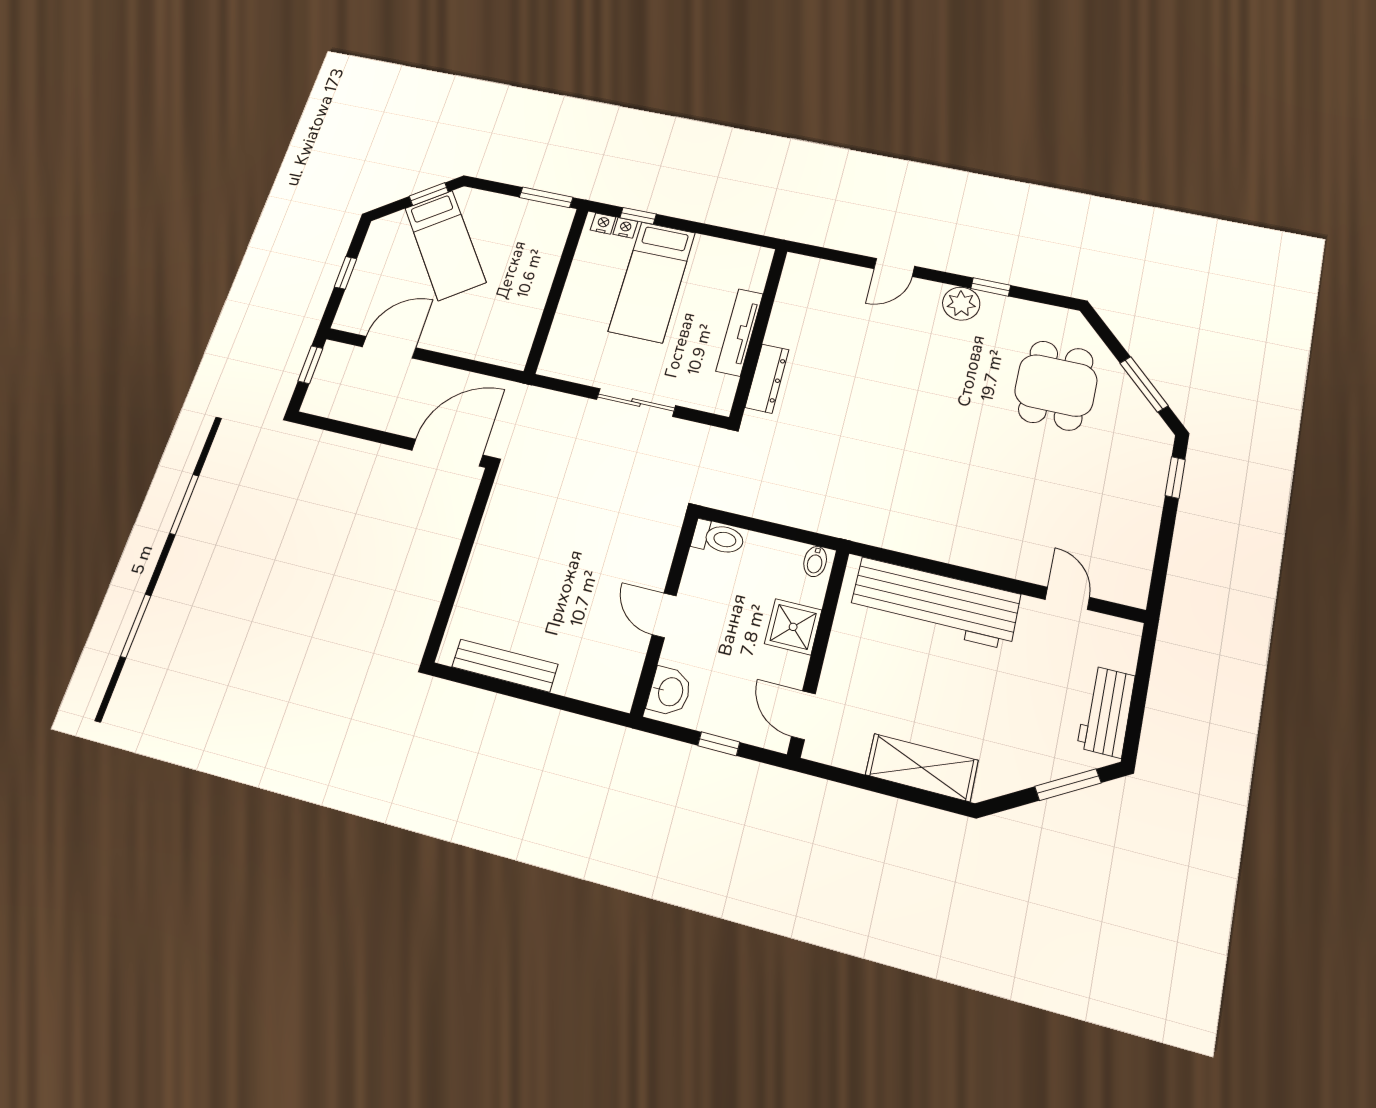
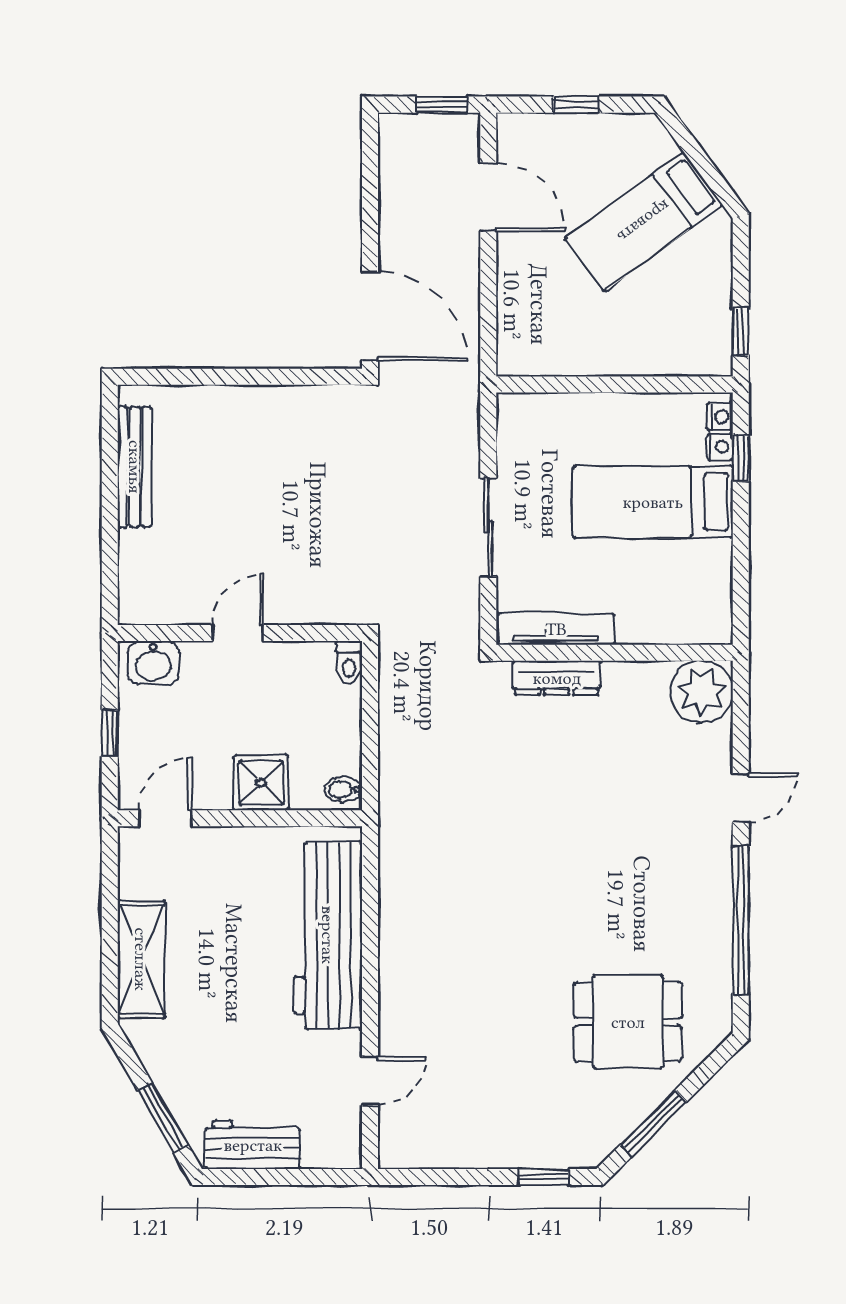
window: (429, 194) -> (711, 175), removed
window: (546, 197) -> (741, 332), width x0.67
door: (894, 268) -> (741, 798), swing flipped
window: (991, 287) -> (741, 920), width x3.17
plant: (961, 304) -> (702, 692), moved, width x1.36, depth x1.36
tv unit: (740, 332) -> (556, 629), moved
toilet: (718, 538) -> (349, 662), width x0.73, depth x0.72

